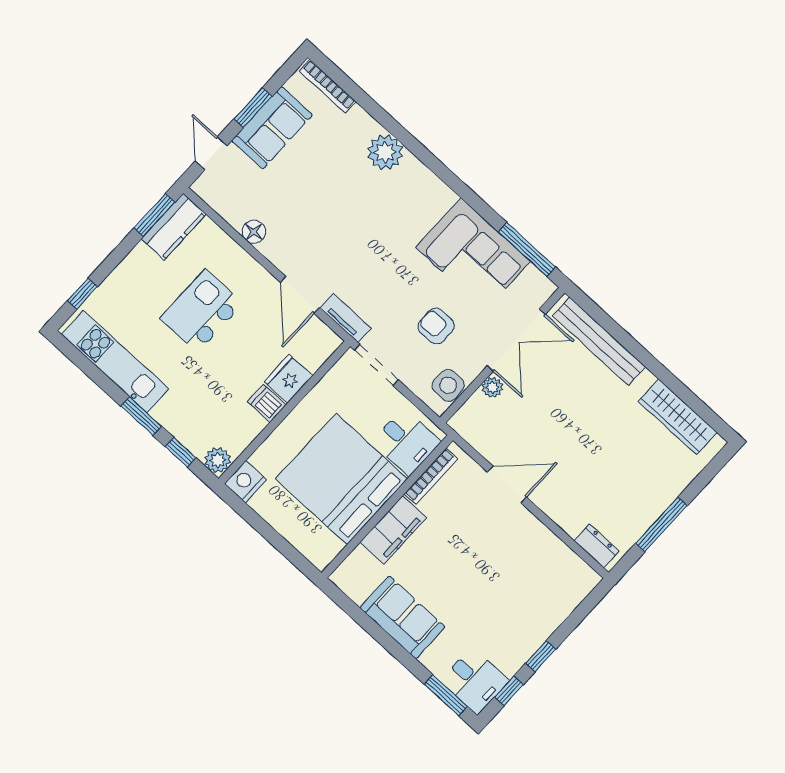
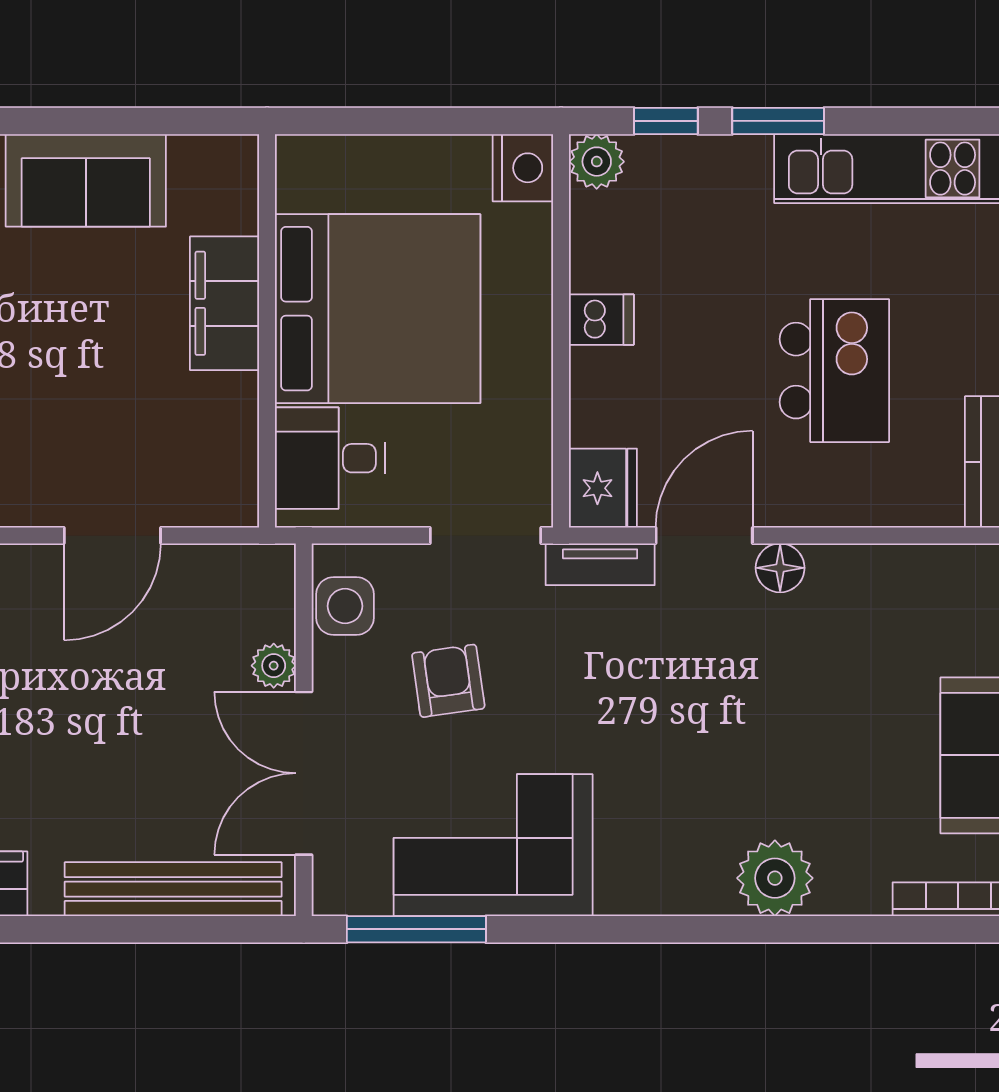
floor lamp: (254, 232) -> (780, 568), moved
door: (300, 295) -> (704, 536), hinge flipped
armchair: (436, 326) -> (448, 681), turned -98
fridge: (288, 379) -> (603, 488), moved
bookcase: (431, 476) -> (242, 440), removed

